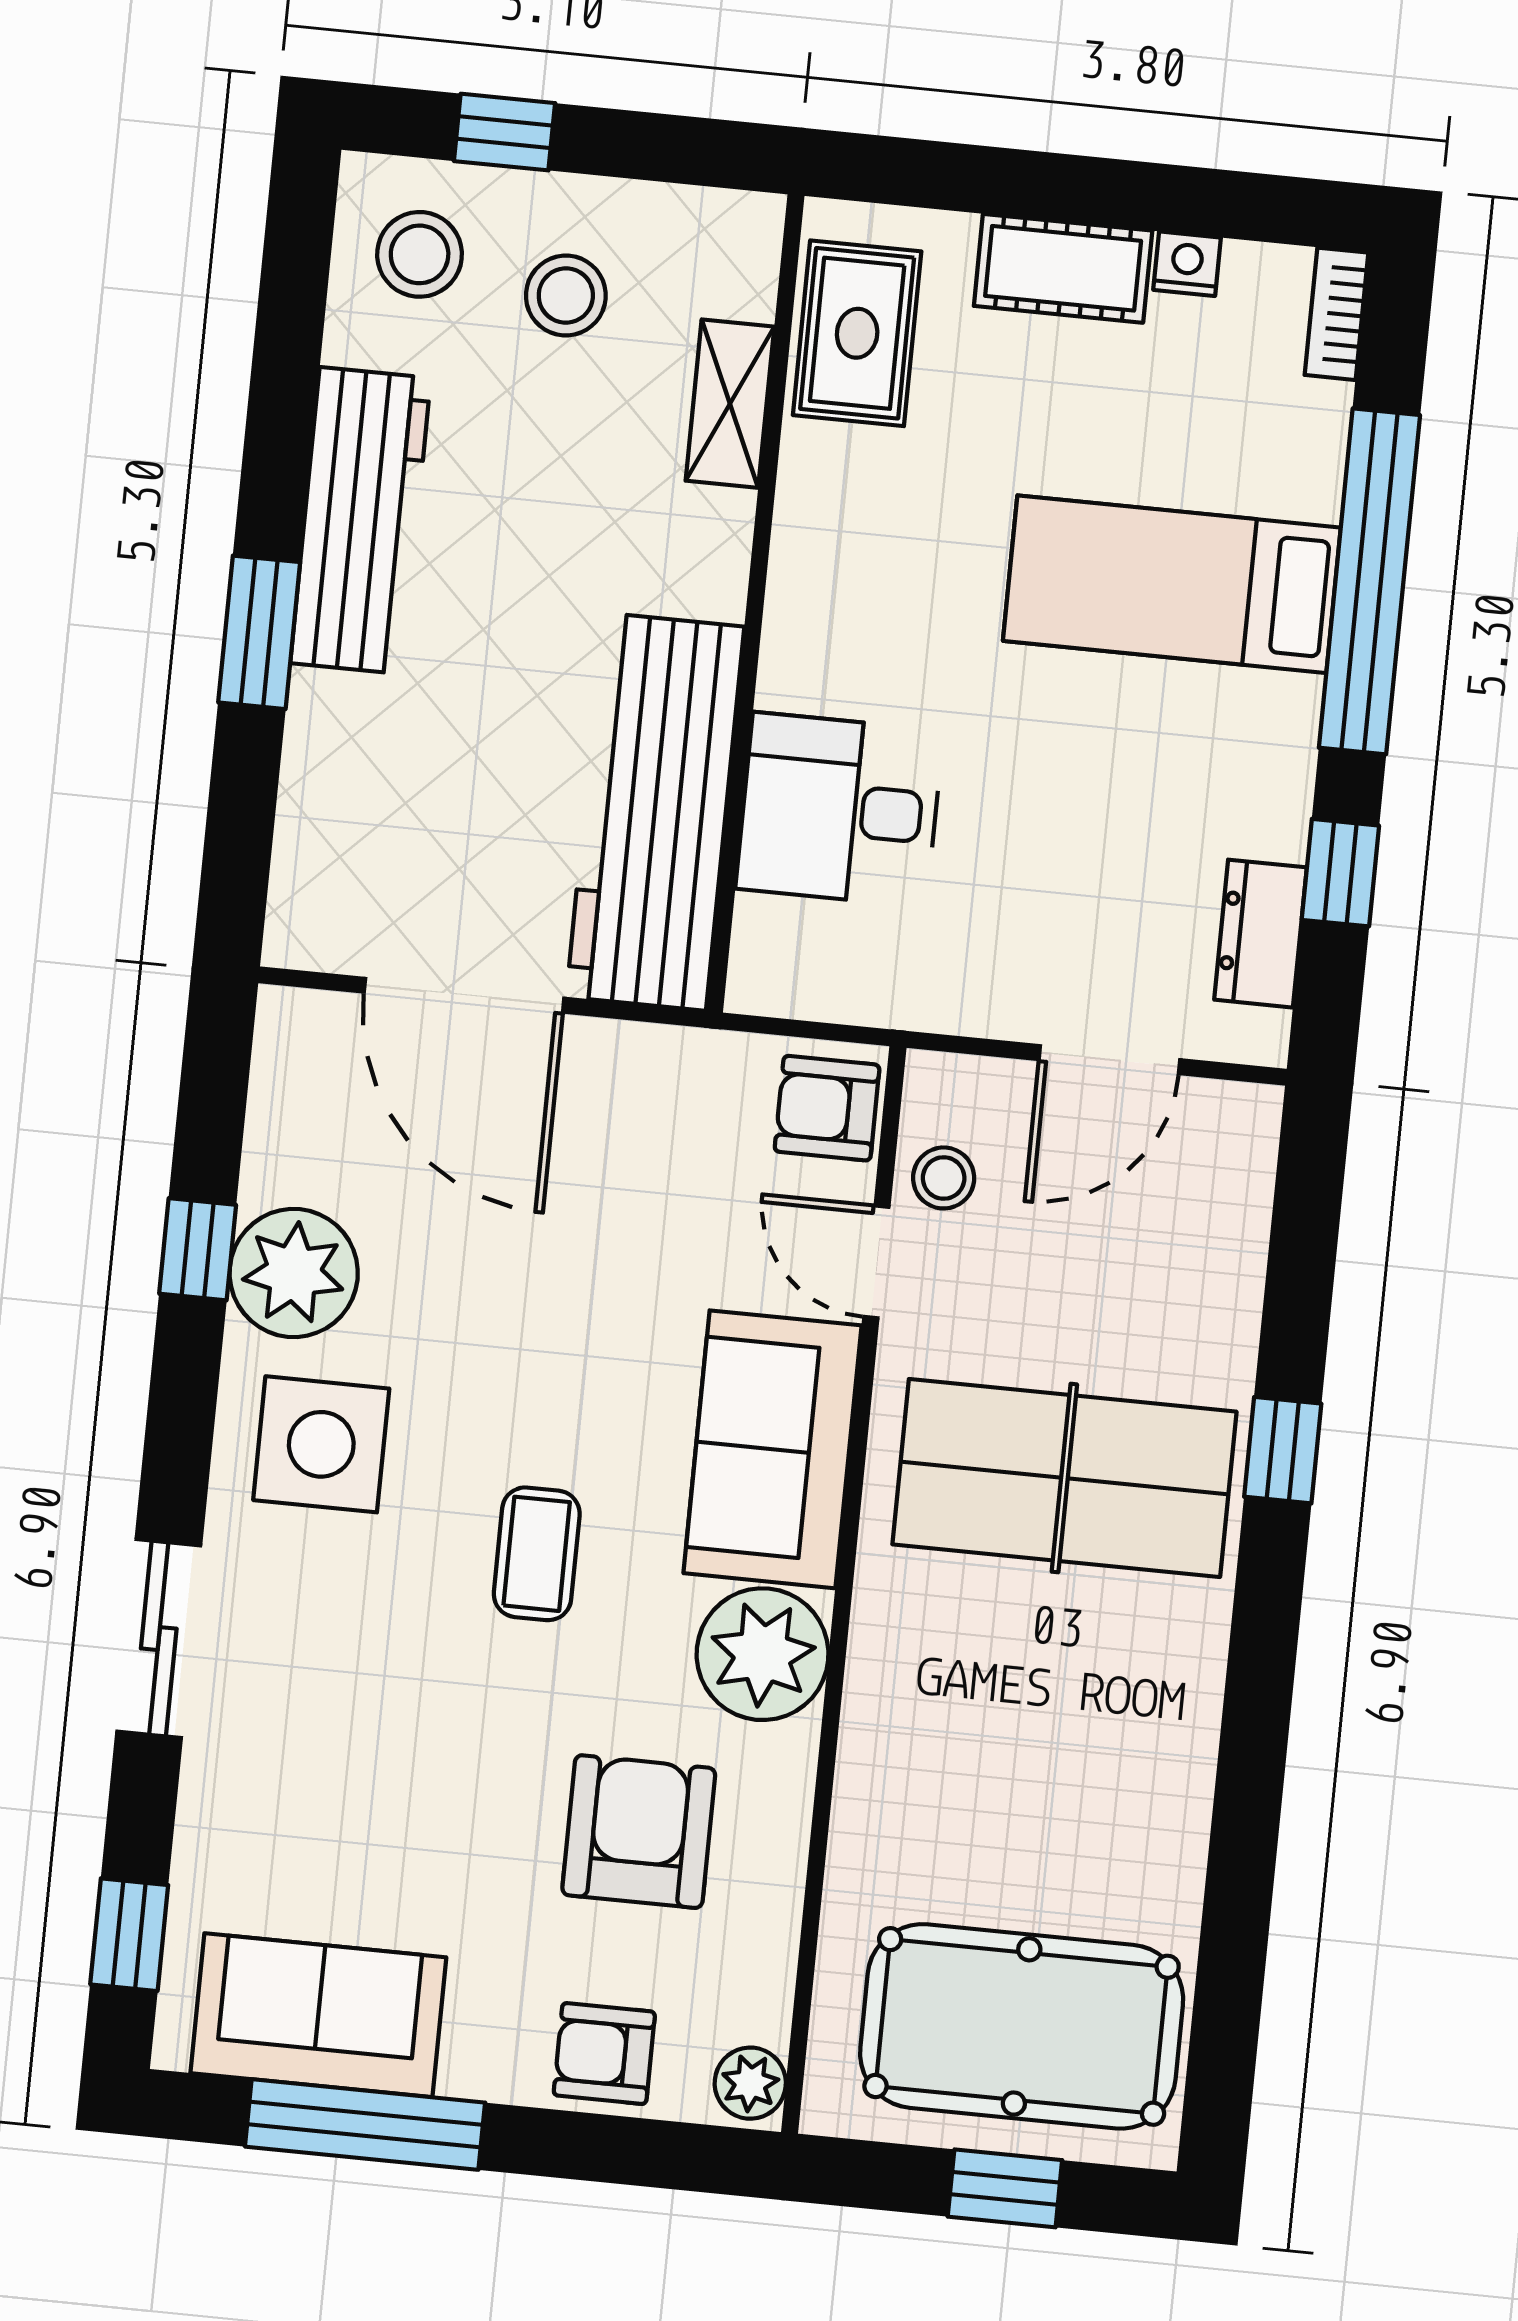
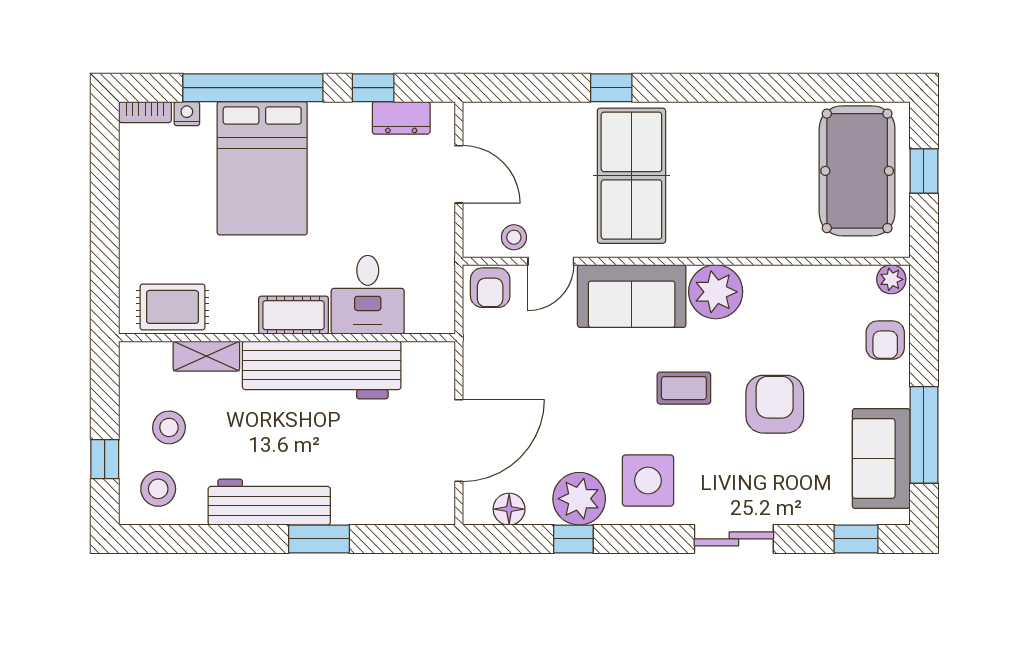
nightstand: (1187, 264) -> (187, 114), moved, turned 90
cot: (1063, 268) -> (294, 315), moved, turned 90
bed: (1172, 584) -> (262, 168), width x1.50
workbench: (655, 812) -> (322, 370), moved
floor lamp: (285, 1100) -> (509, 509), added
armchair: (639, 1832) -> (775, 404), moved, turned 90

